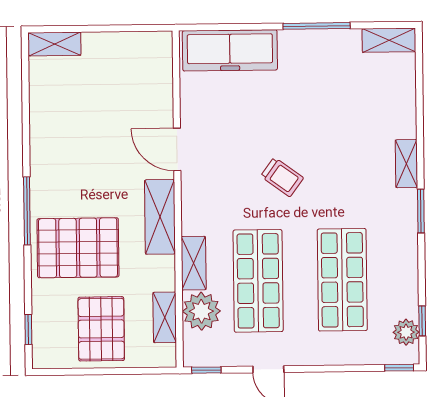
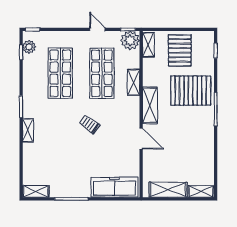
shelving: (121, 47) -> (168, 190), added
plant: (201, 311) -> (130, 40), moved
shelving: (165, 317) -> (148, 45), moved

